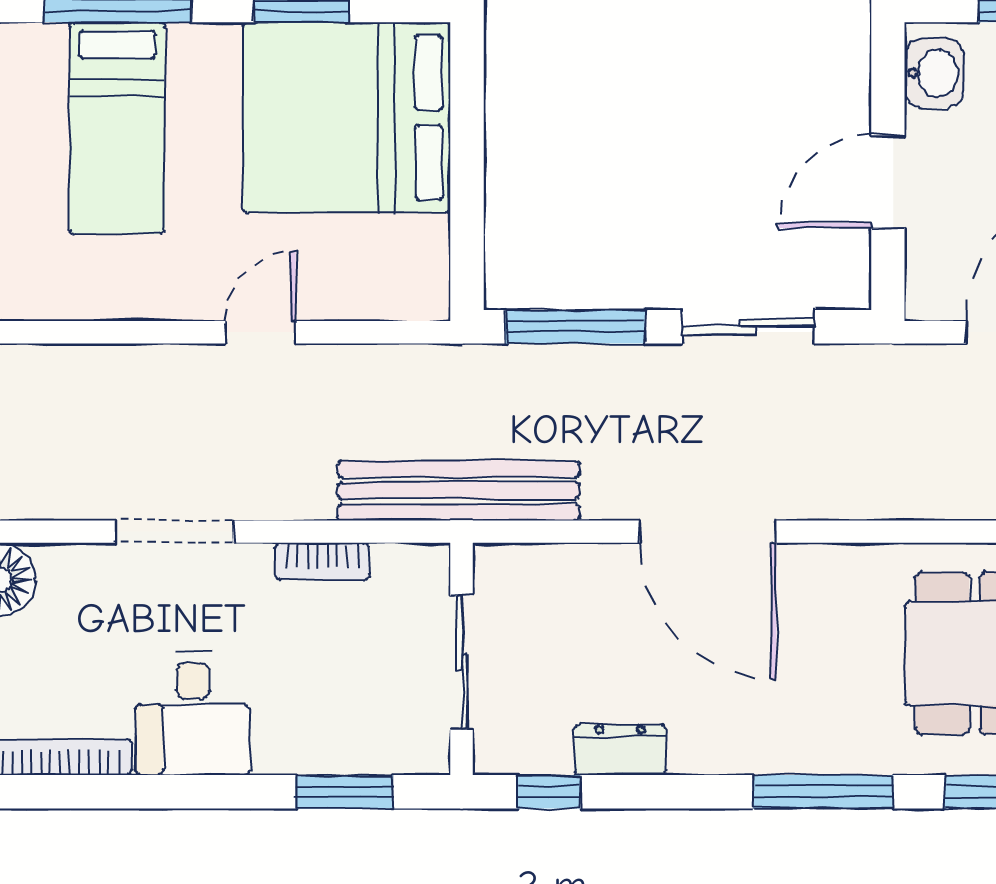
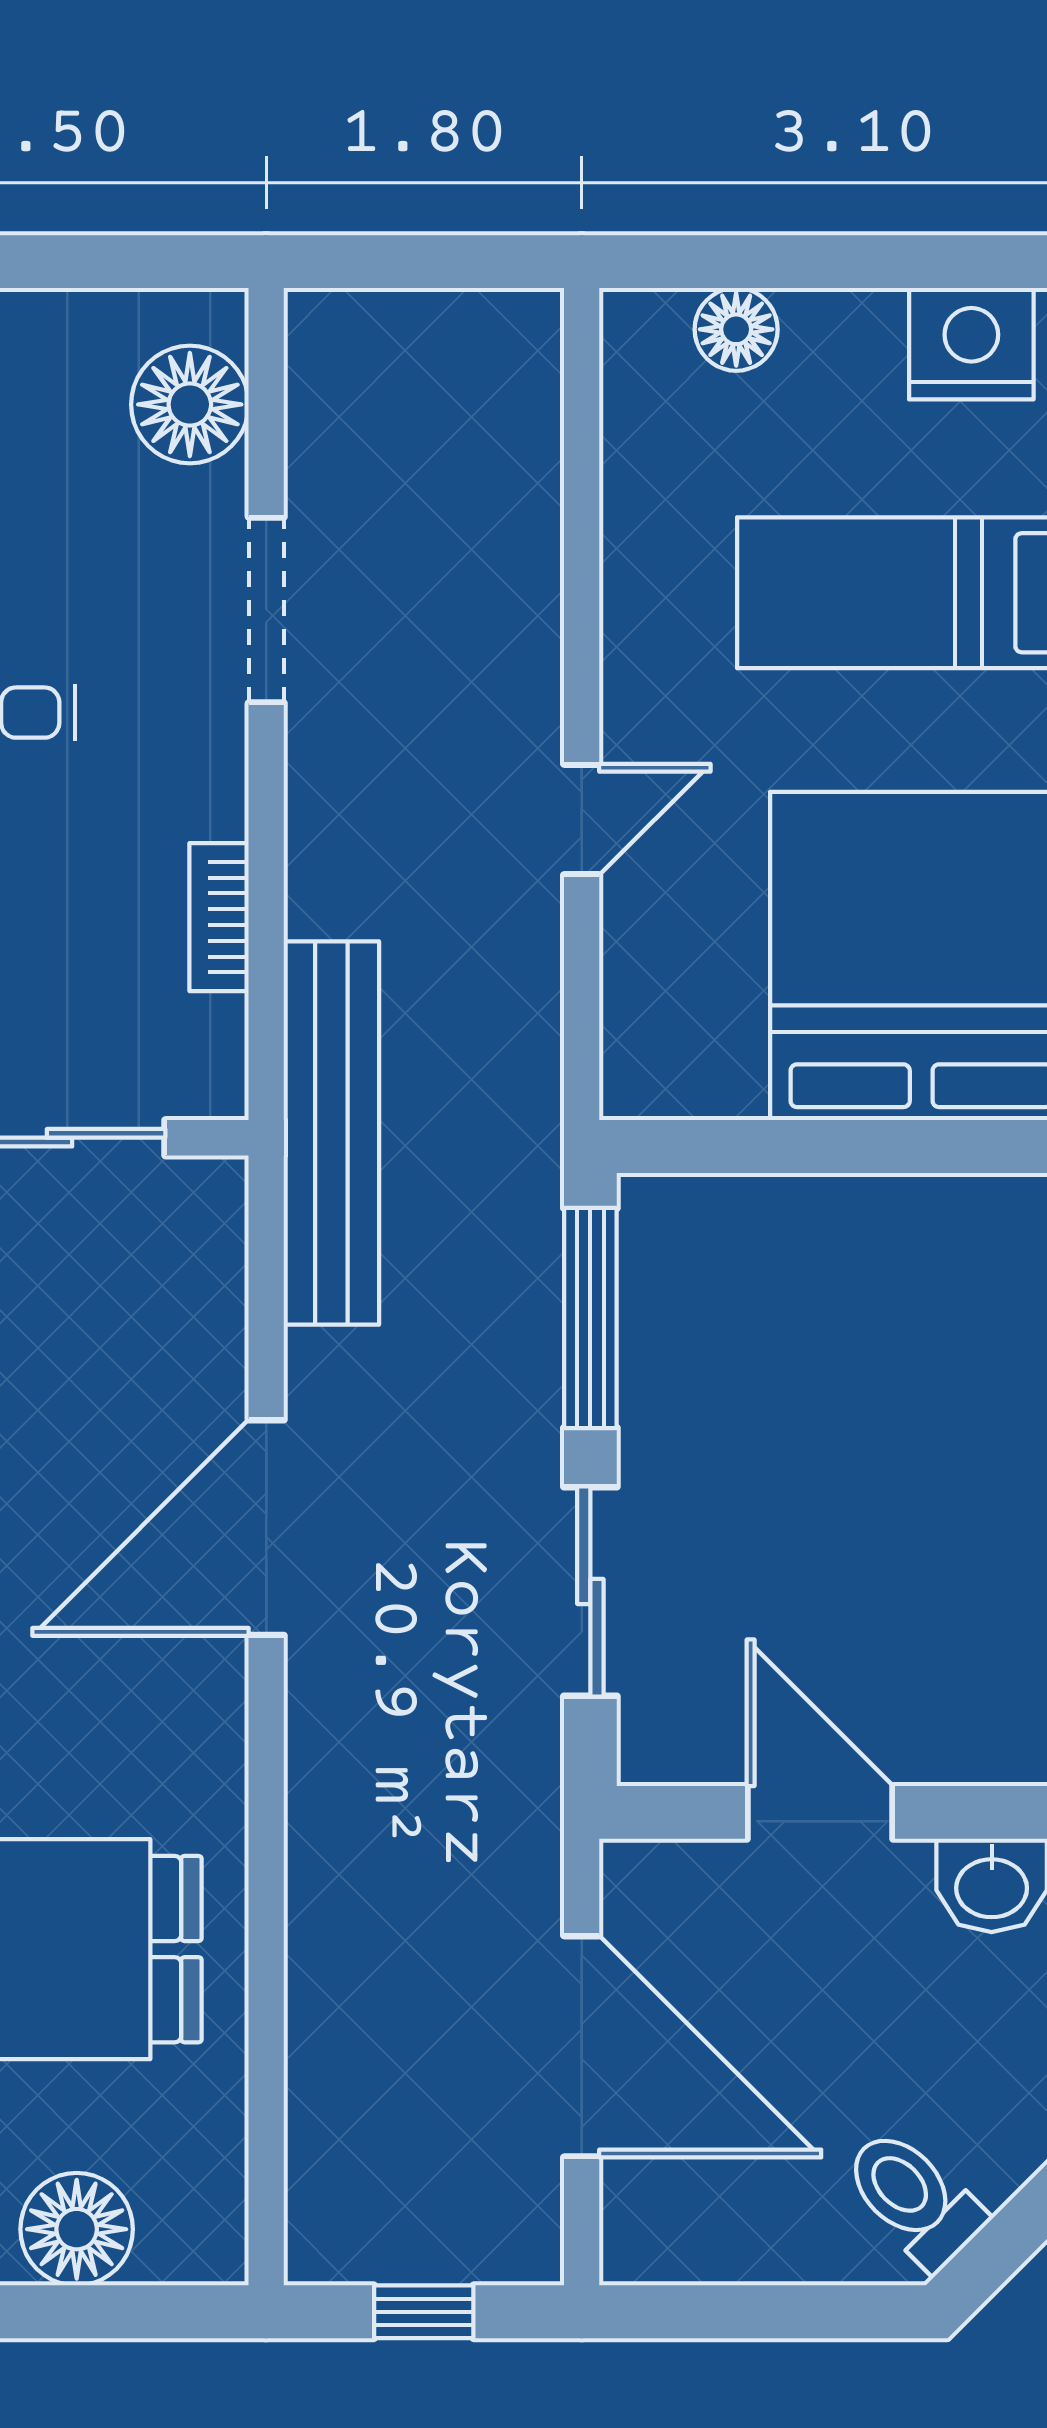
door: (260, 332) -> (582, 819), hinge flipped
doorway: (174, 532) -> (266, 610), moved

